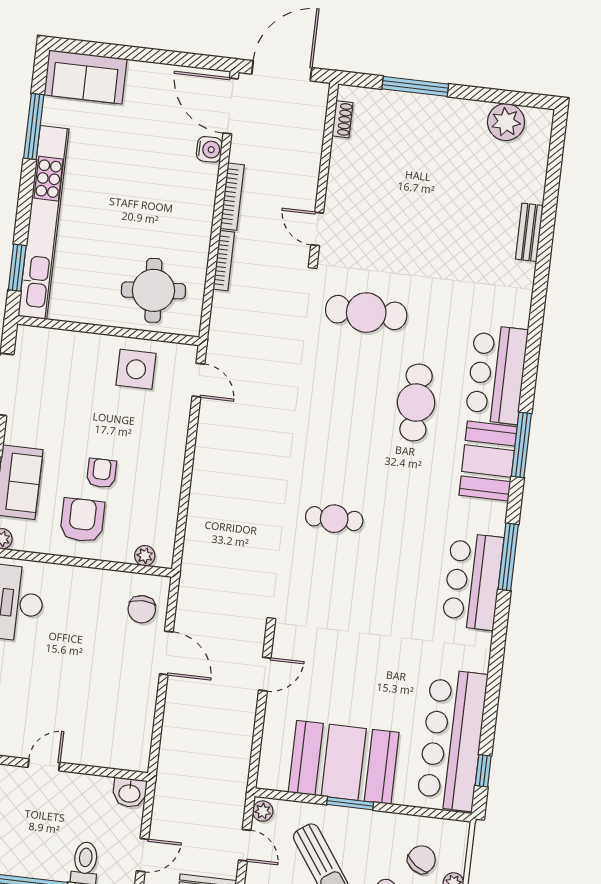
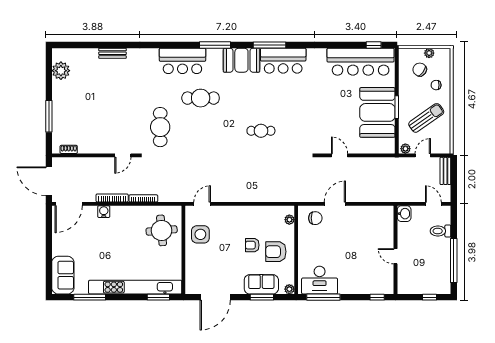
water cooler: (209, 149) -> (104, 212), moved
booth: (488, 461) -> (241, 60), moved
cafe table: (334, 519) -> (261, 131), turned 90

